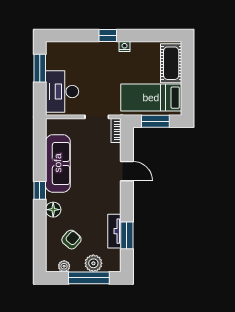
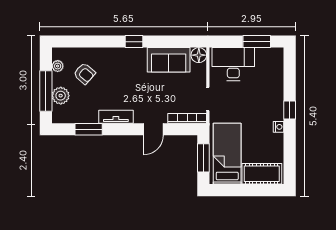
bookcase: (116, 131) -> (187, 118), width x1.56
sofa: (58, 163) -> (169, 60), width x0.73
floor lamp: (53, 210) -> (199, 55), moved
tv unit: (114, 231) -> (116, 117), moved

